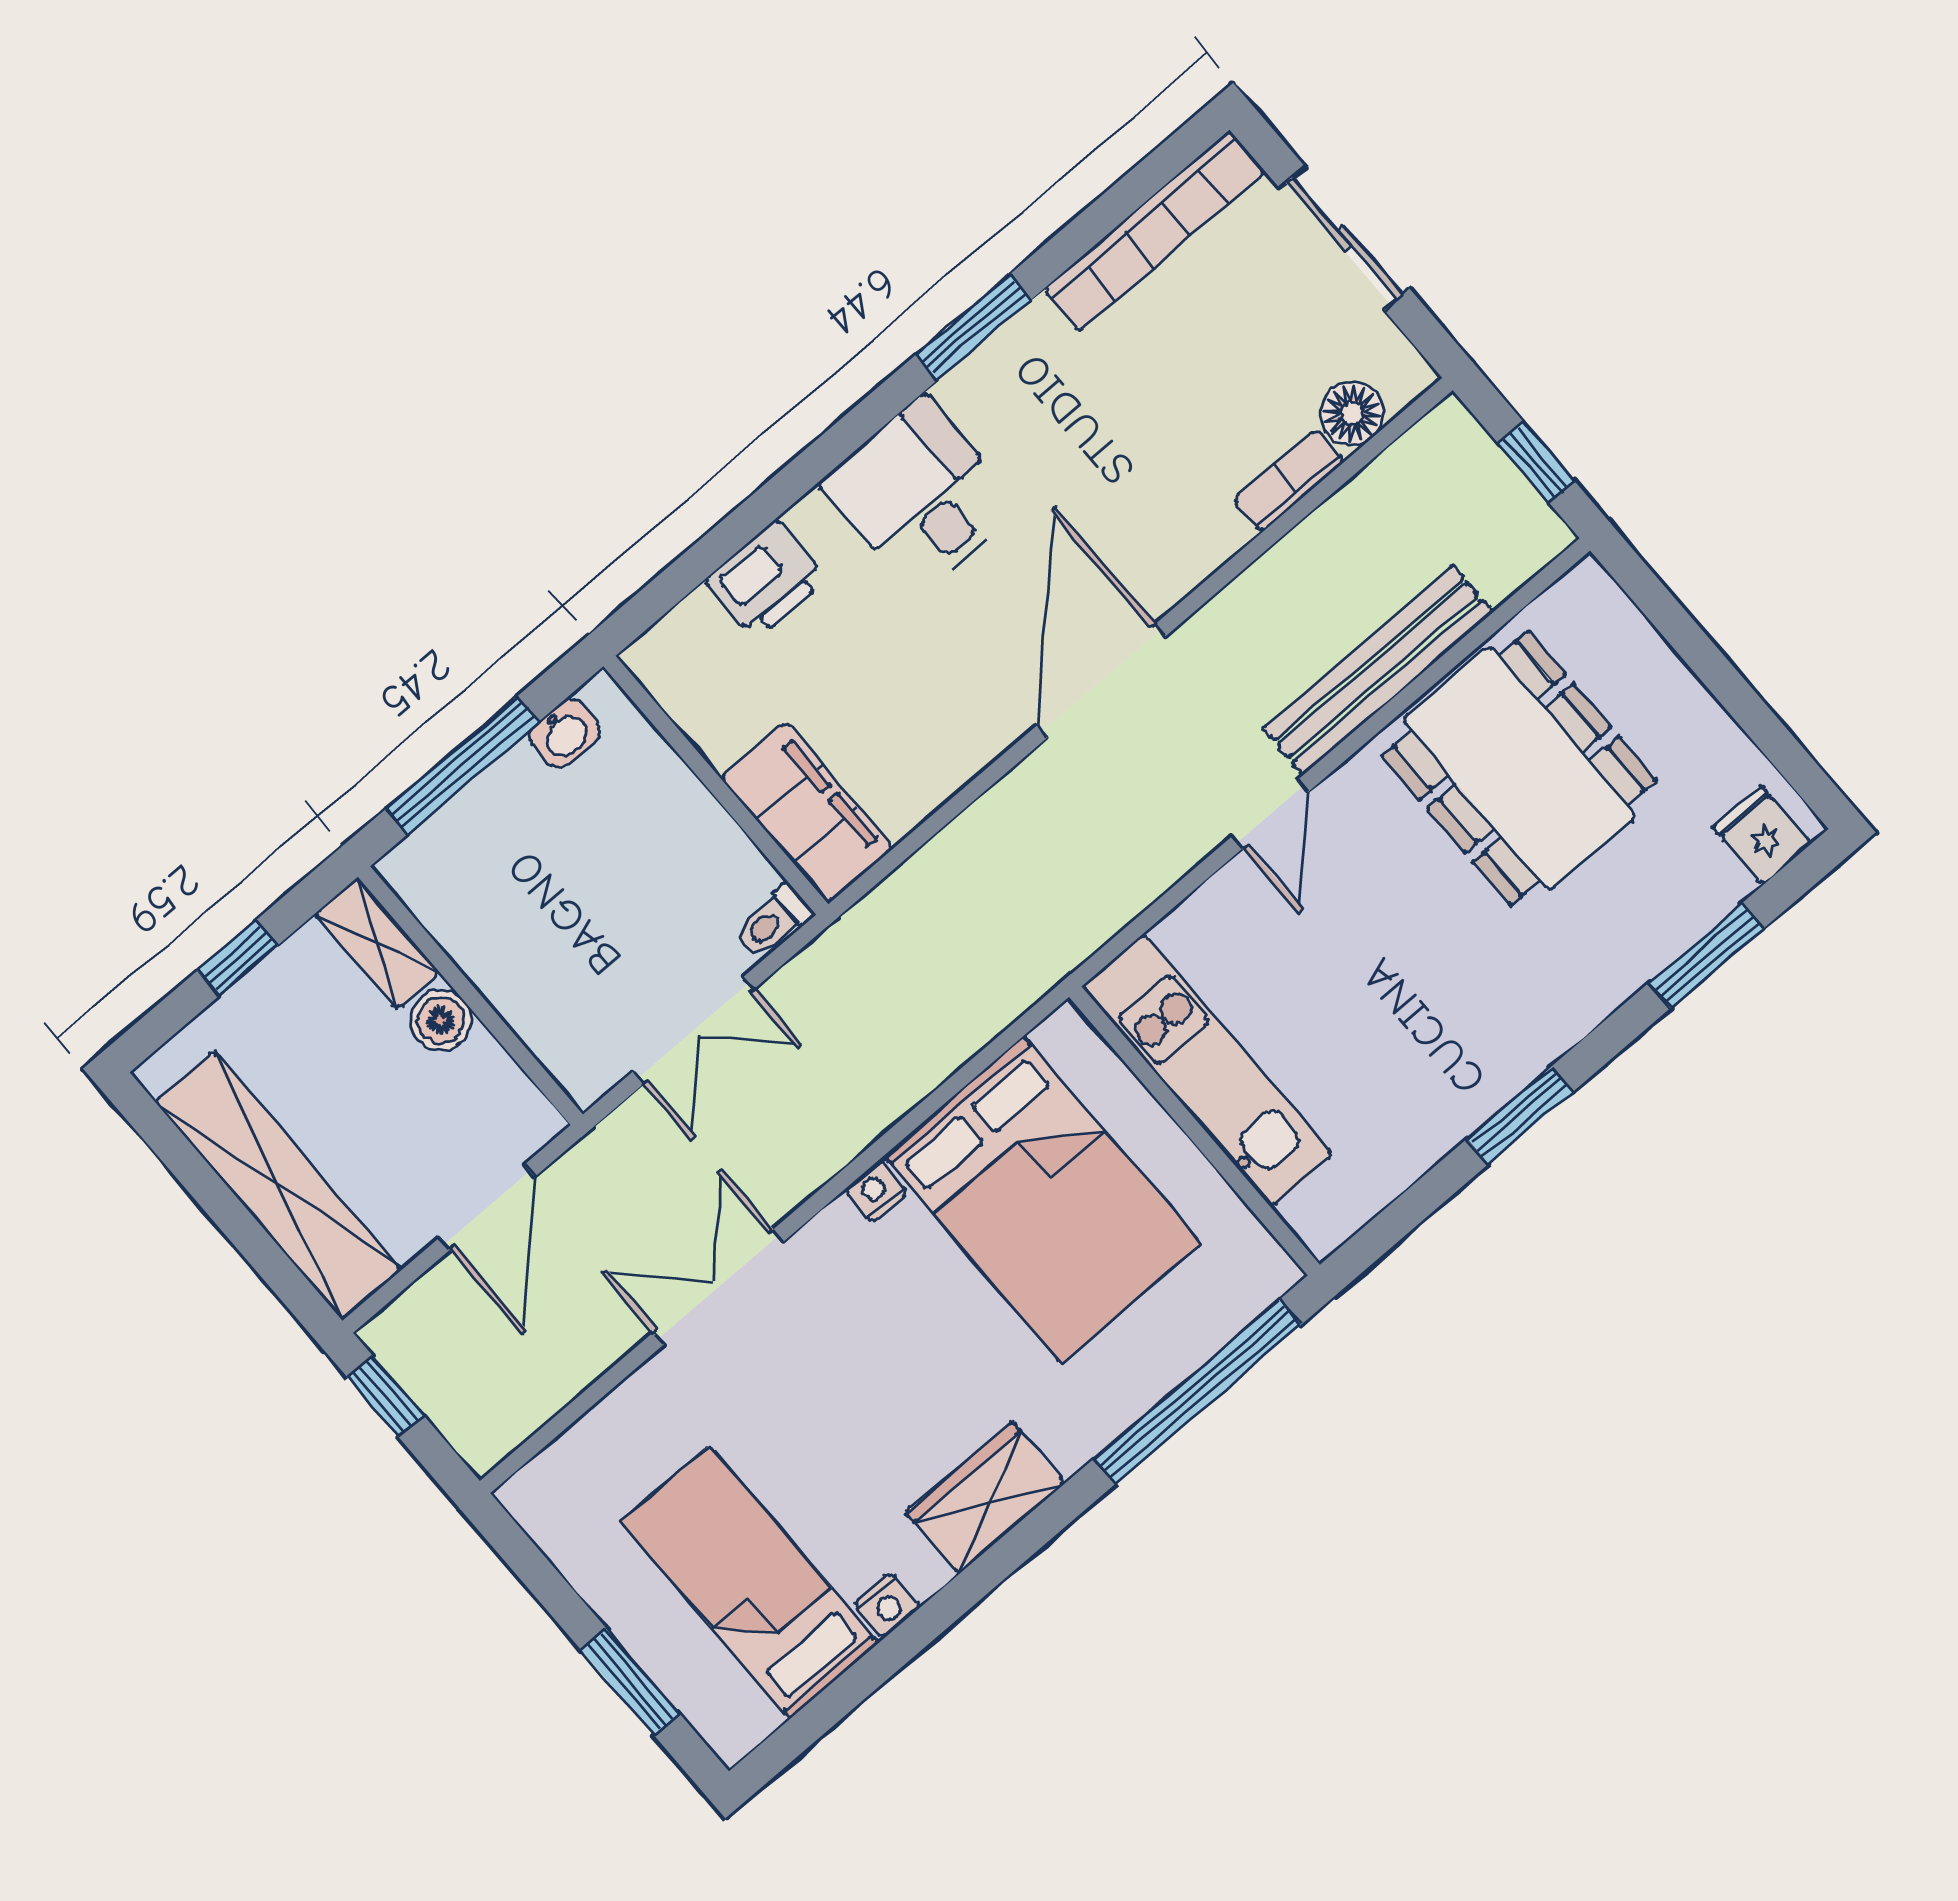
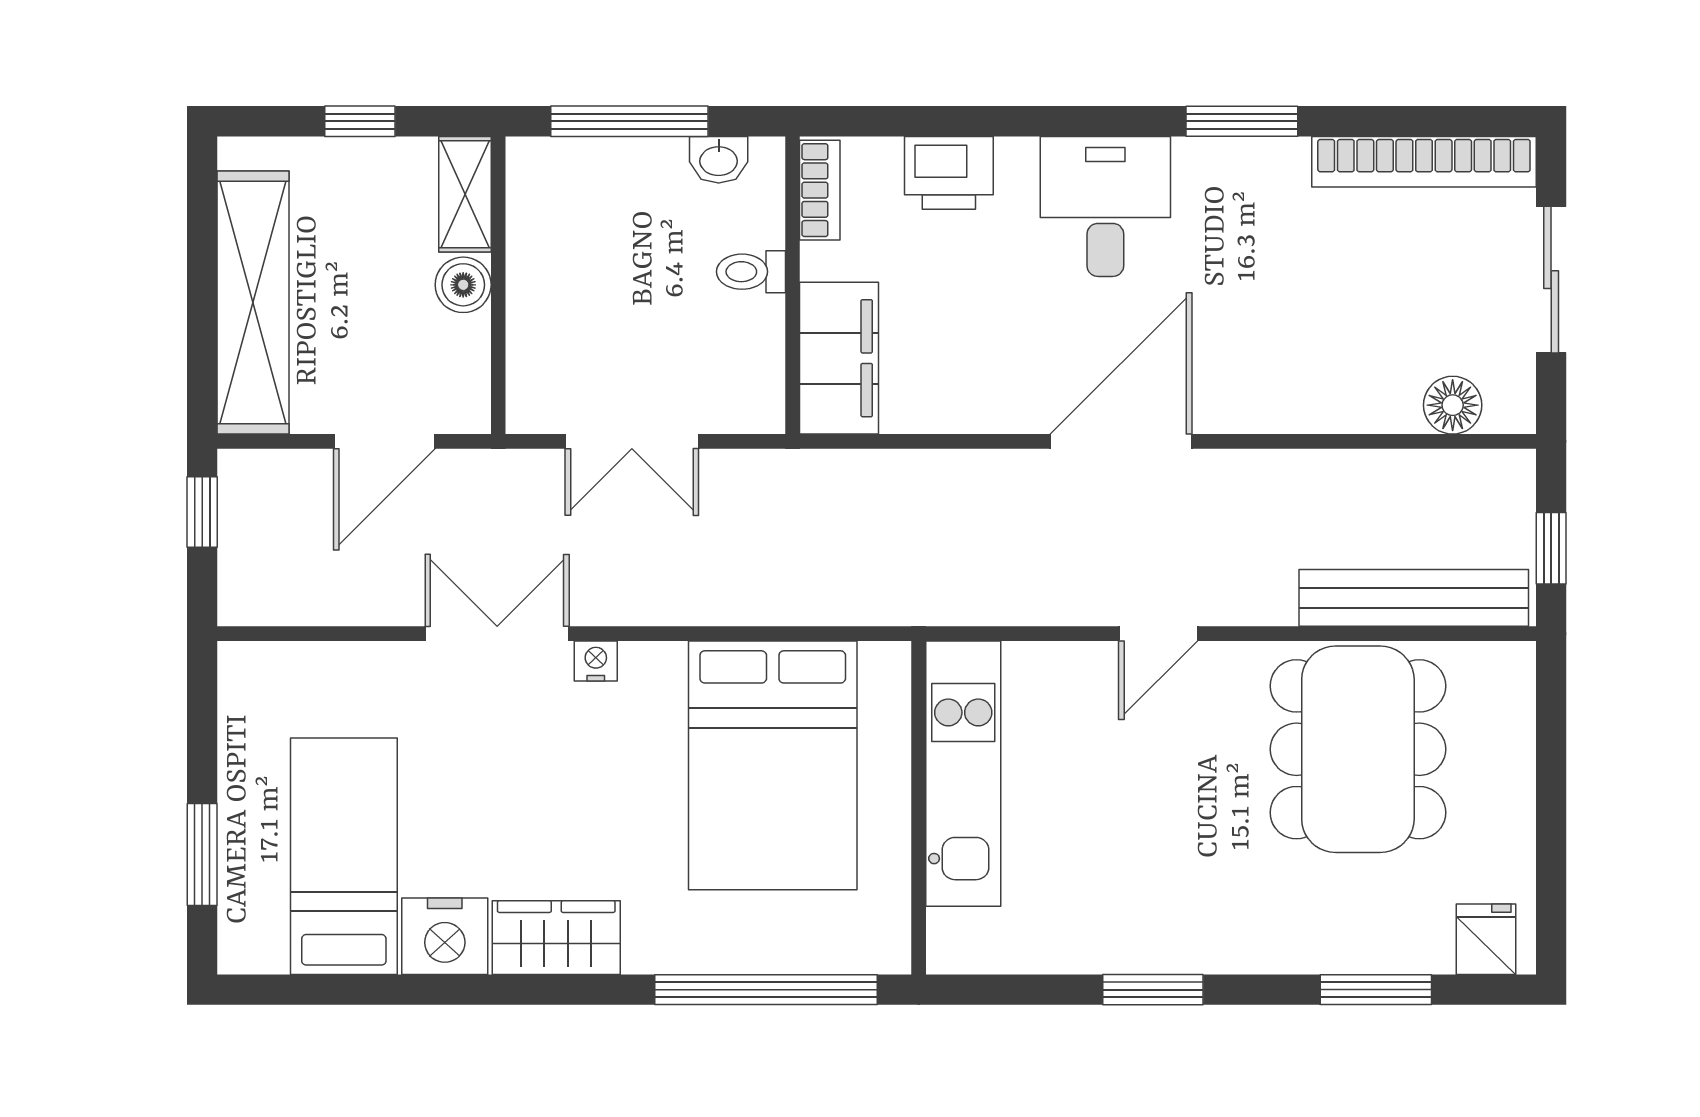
bookcase: (1289, 481) -> (820, 190), moved, turned 90
bench: (1378, 670) -> (1414, 598), moved
toilet: (773, 922) -> (751, 272), moved
nightstand: (876, 1192) -> (596, 661), moved
nightstand: (887, 1605) -> (445, 936), width x1.89, depth x1.79

